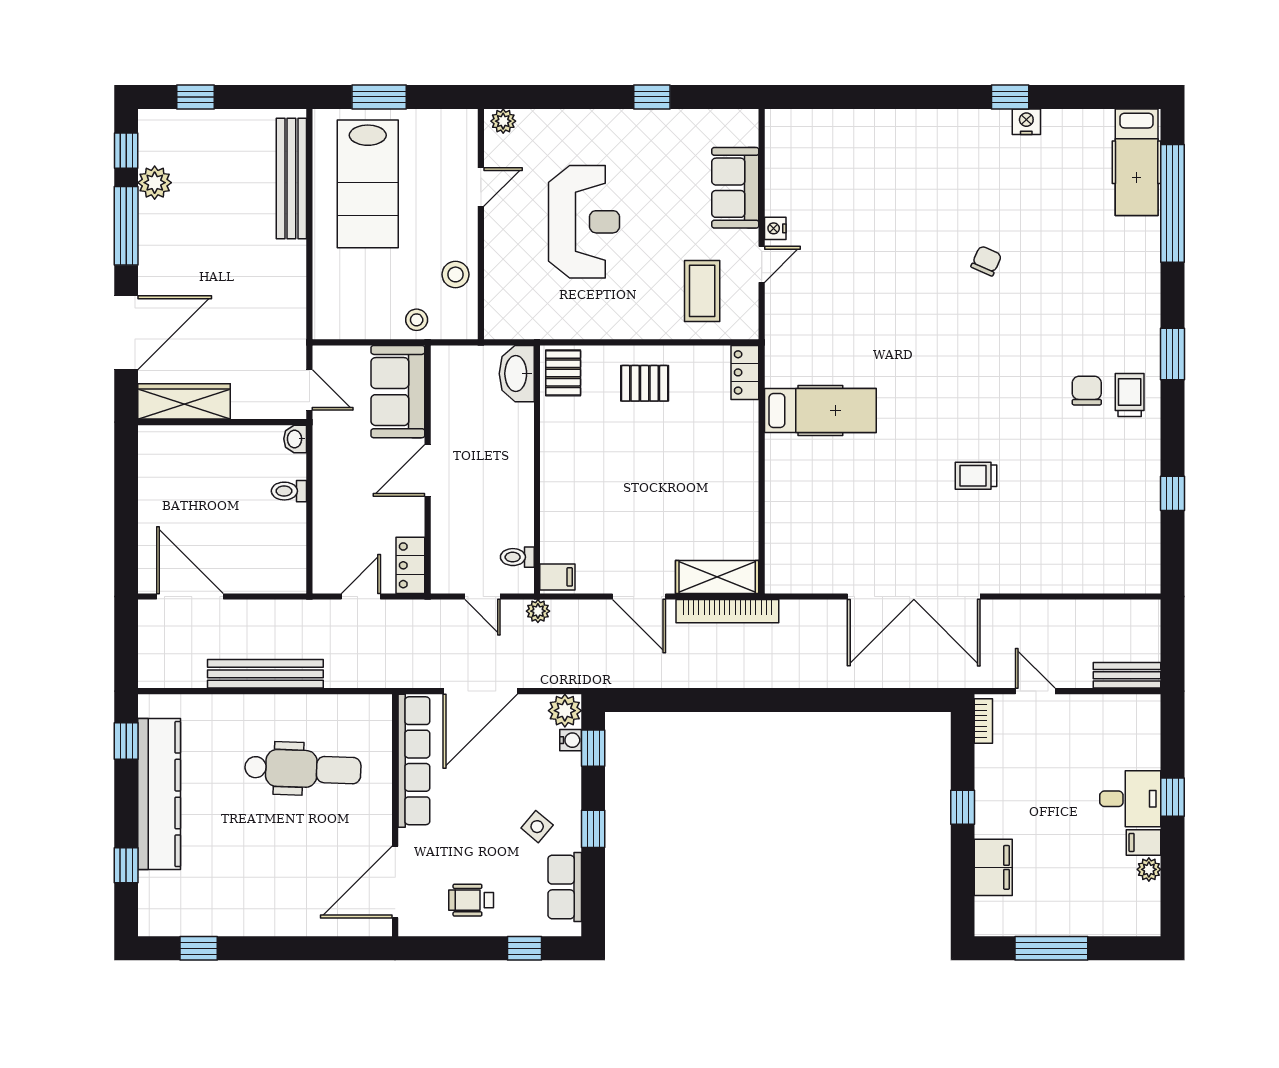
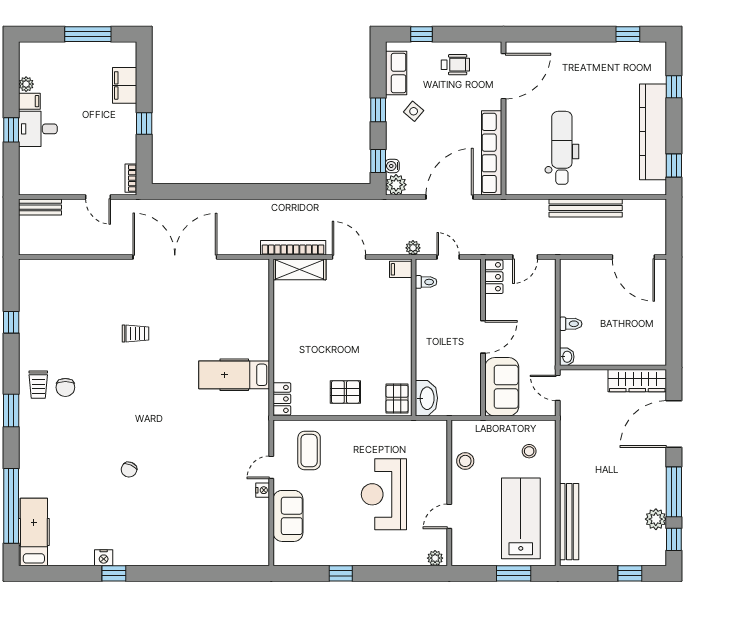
stool: (417, 320) -> (529, 451), moved
dental chair: (303, 769) -> (562, 148), turned 88

